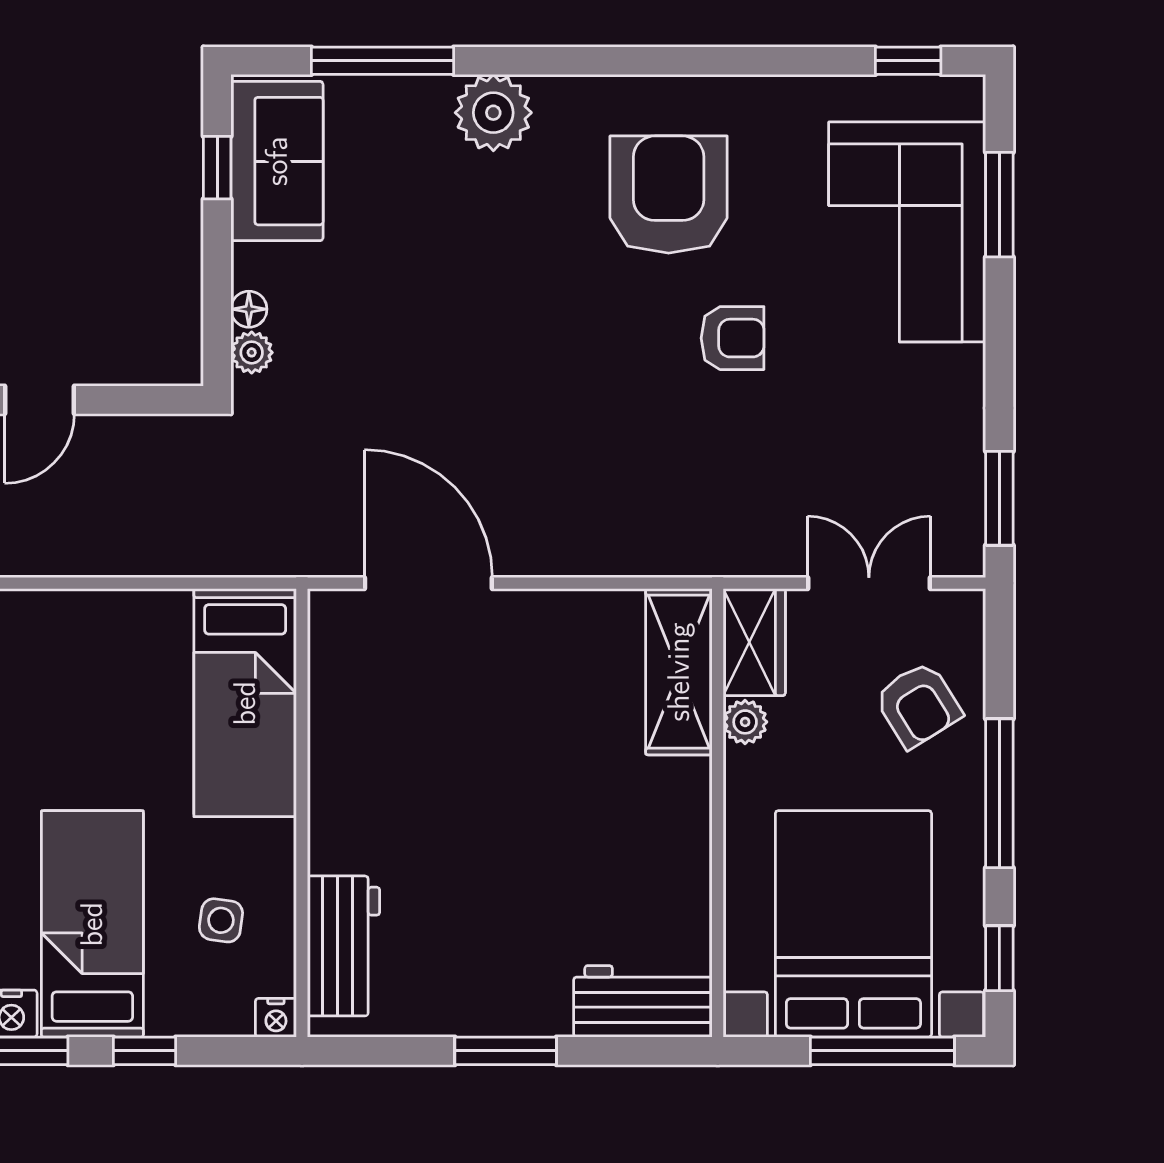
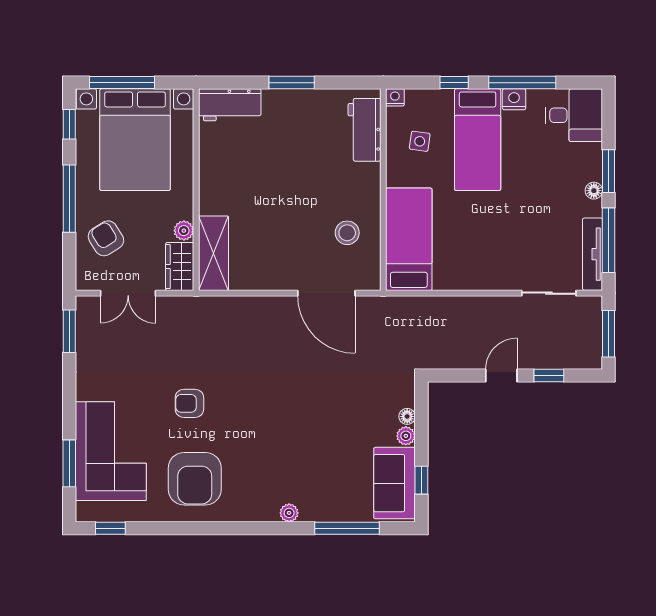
plant: (493, 113) -> (289, 513), width x0.53, depth x0.53
armchair: (669, 195) -> (195, 479), moved
plant: (252, 352) -> (406, 436), moved
stool: (382, 717) -> (347, 233), added

